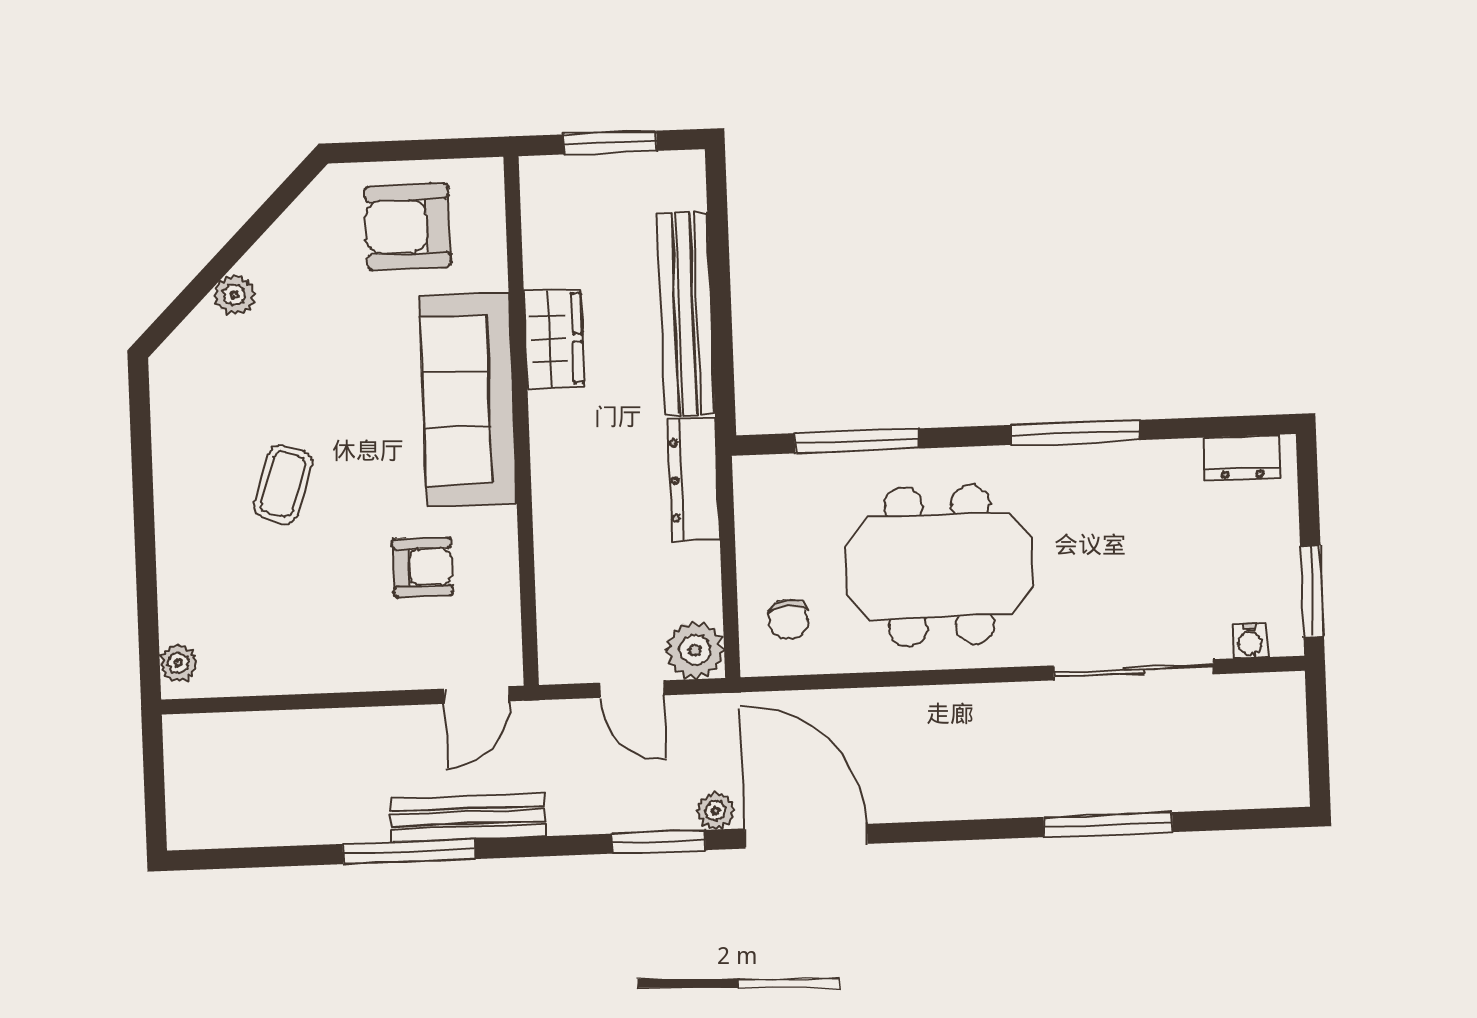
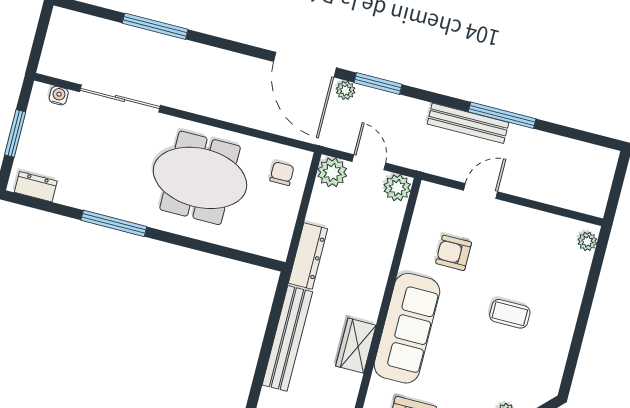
window: (857, 441) -> (222, 251), removed
coffee table: (283, 484) -> (510, 314), turned 72
window: (1312, 591) -> (15, 133), moved
plant: (564, 657) -> (397, 188), added
door: (477, 695) -> (481, 191), moved

